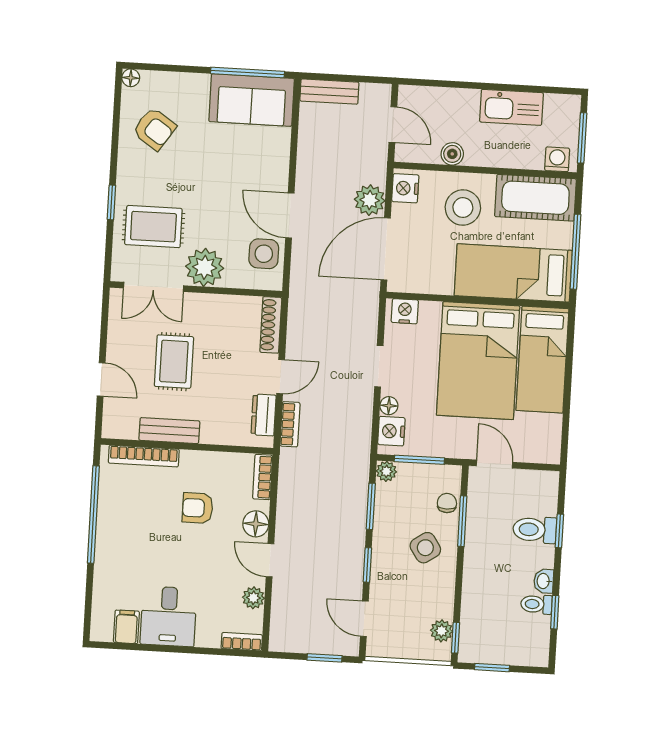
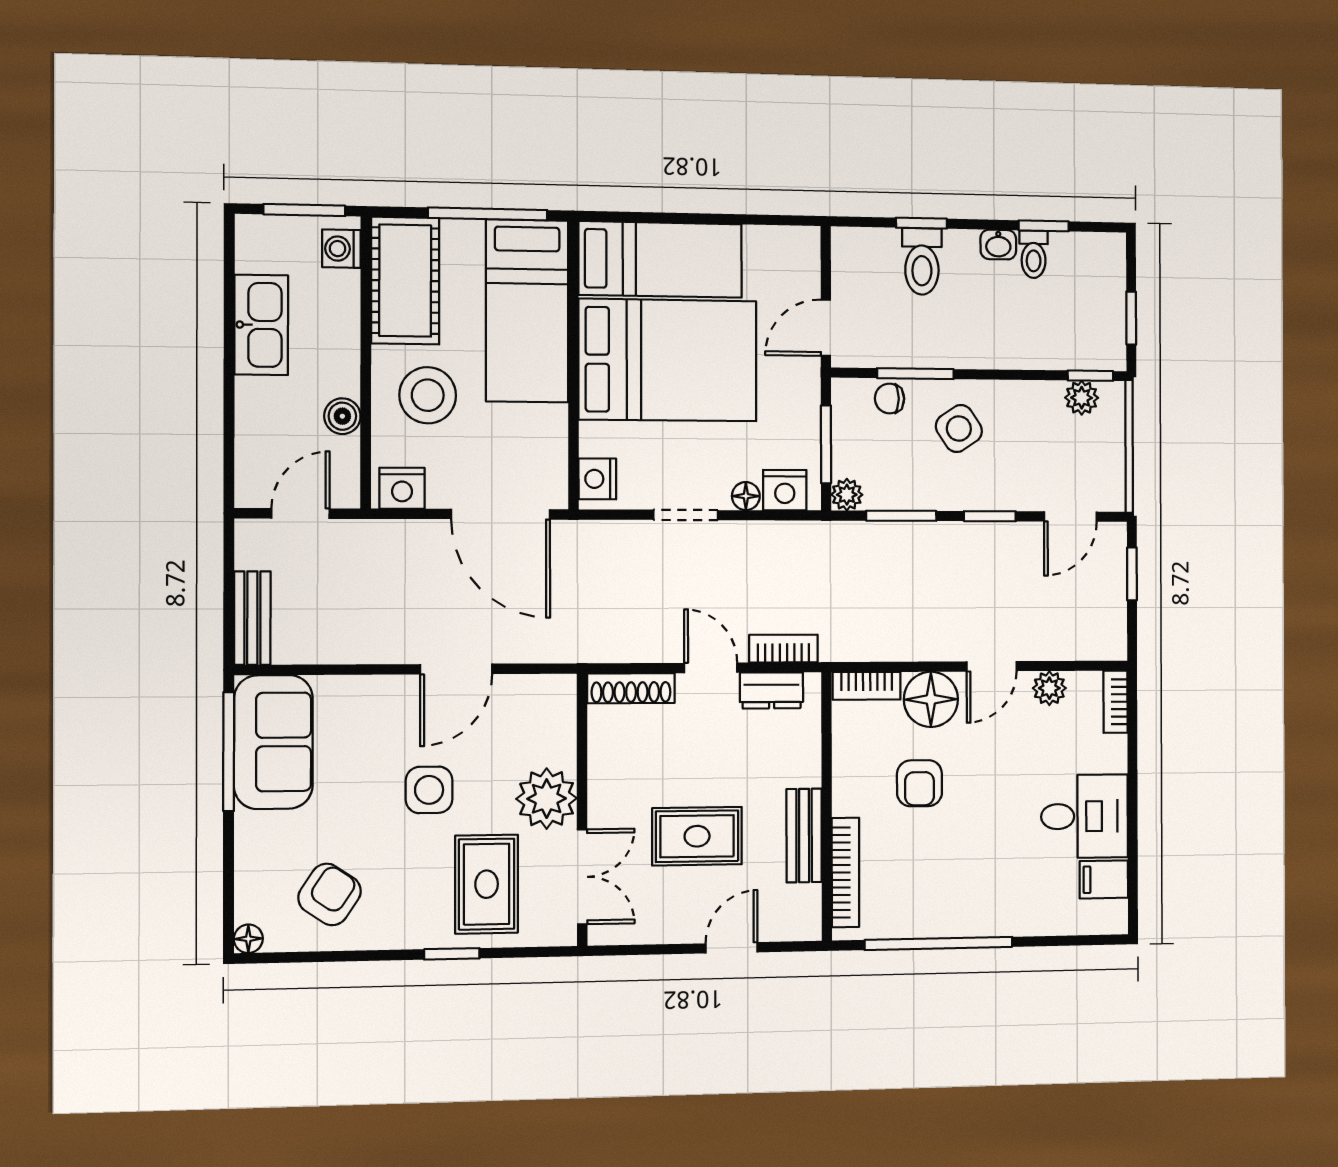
plant: (370, 200) -> (424, 544), removed
side table: (264, 254) -> (429, 790), moved
floor lamp: (256, 524) -> (931, 699), width x1.38, depth x1.38

